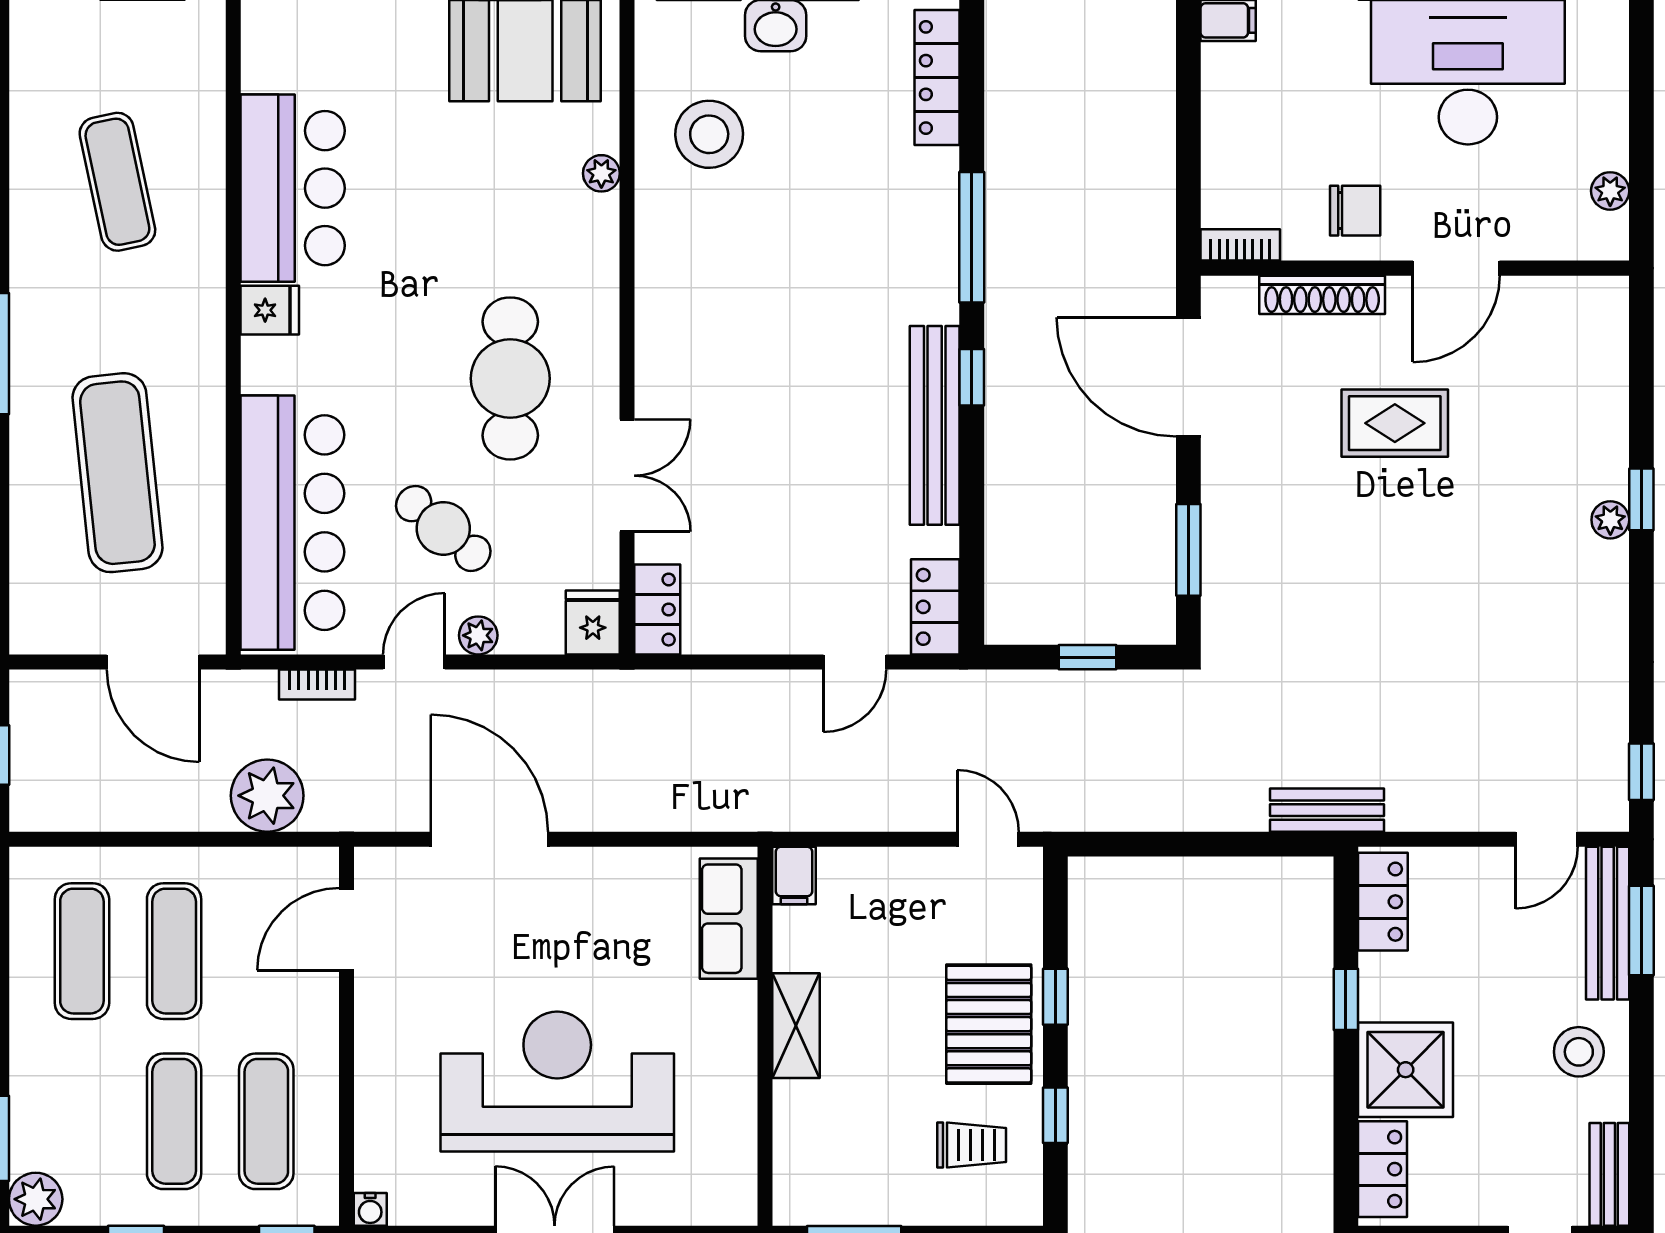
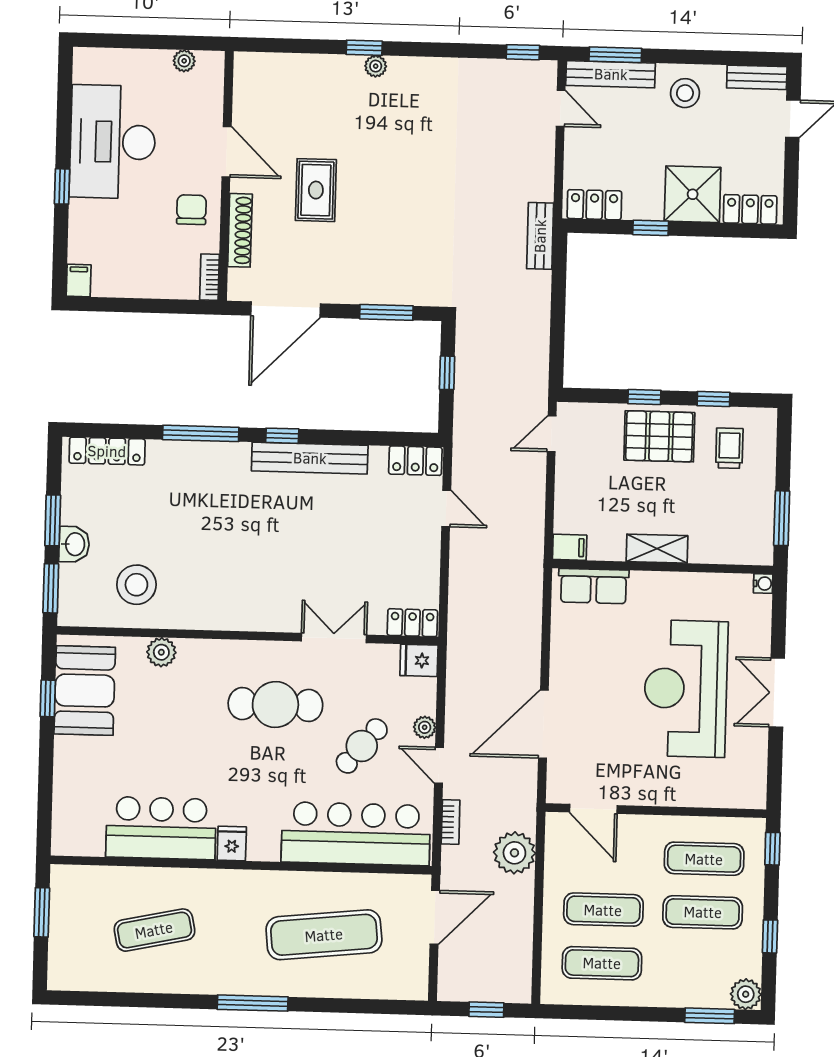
plant: (601, 173) -> (161, 652), width x1.38, depth x1.38
water cooler: (370, 1209) -> (763, 584), moved

